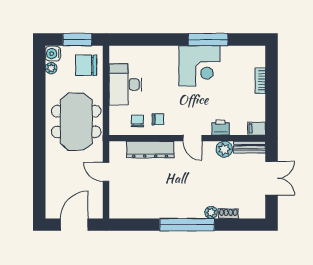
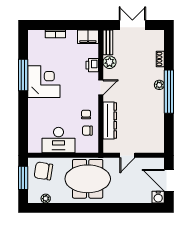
water cooler: (53, 54) -> (158, 197), moved
chair: (86, 65) -> (43, 171), turned 99
filing cabinet: (257, 128) -> (88, 37), width x2.00
plant: (211, 212) -> (159, 85), moved

